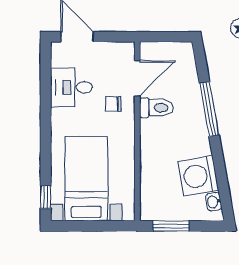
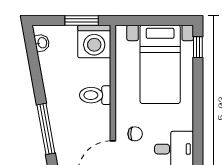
toilet: (156, 108) -> (95, 95), moved
washing machine: (198, 176) -> (94, 41), moved, turned 100

